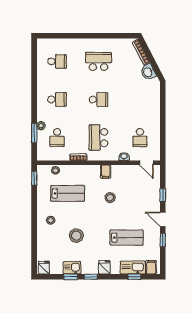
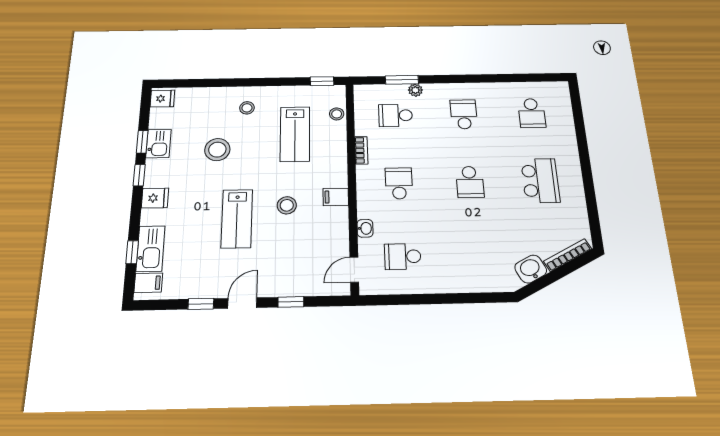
school desk: (57, 100) -> (464, 114), turned 180
school desk: (98, 138) -> (399, 183), width x0.54
lab bench: (127, 238) -> (237, 219), moved

